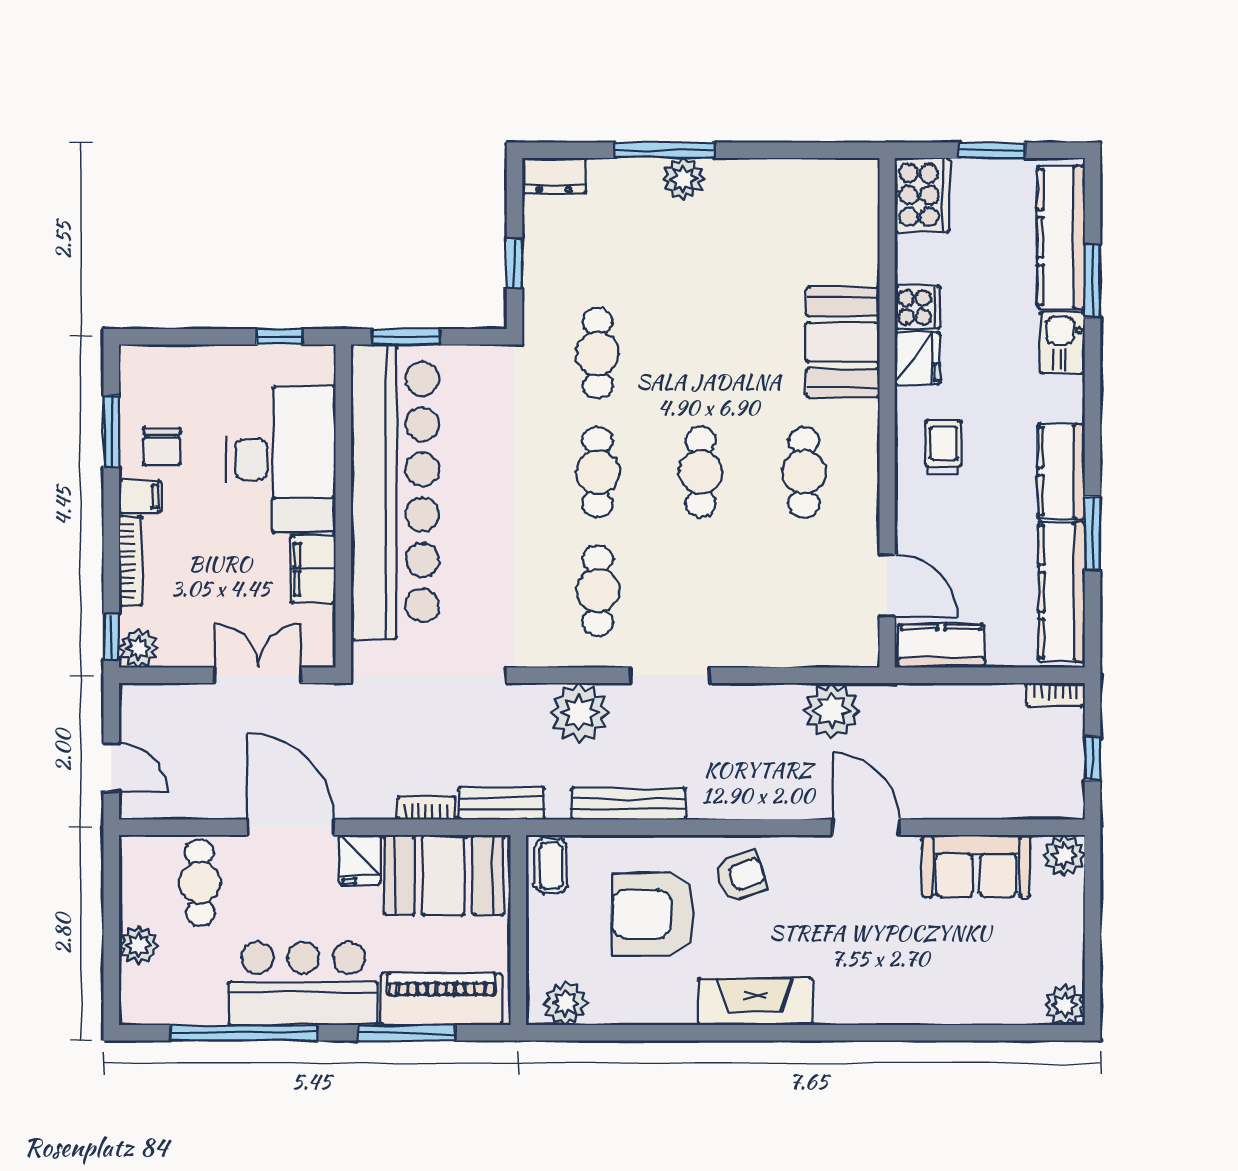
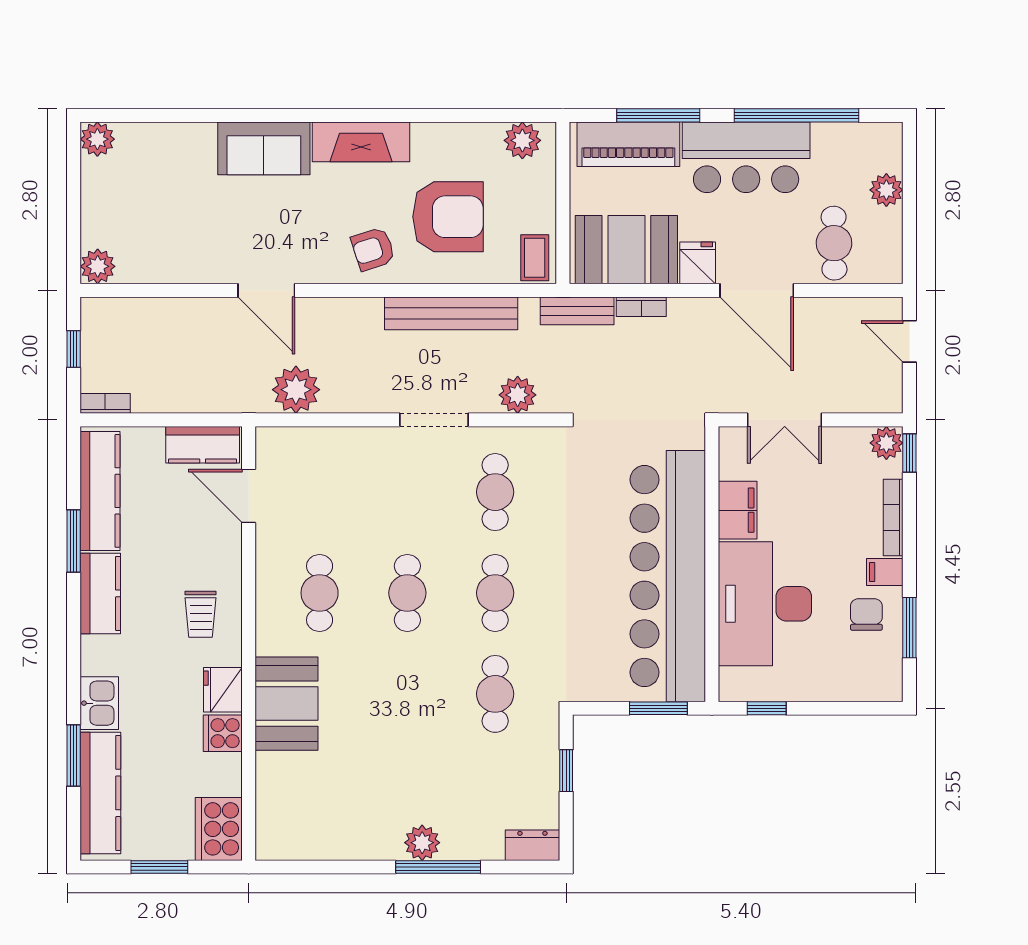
plant: (579, 713) -> (518, 395), width x0.73, depth x0.73
bench: (628, 804) -> (451, 313), width x1.37, depth x1.21
sofa: (976, 866) -> (264, 148), moved, turned 180

